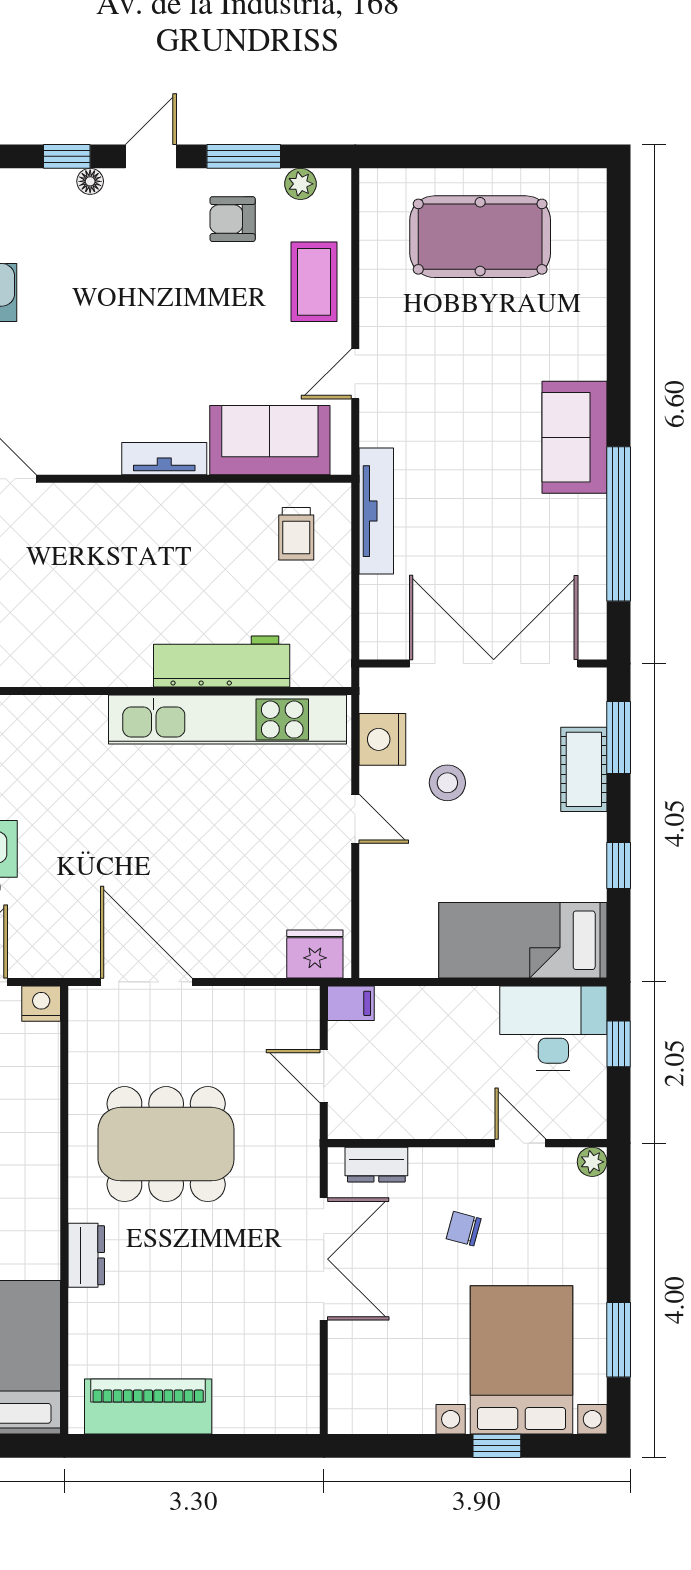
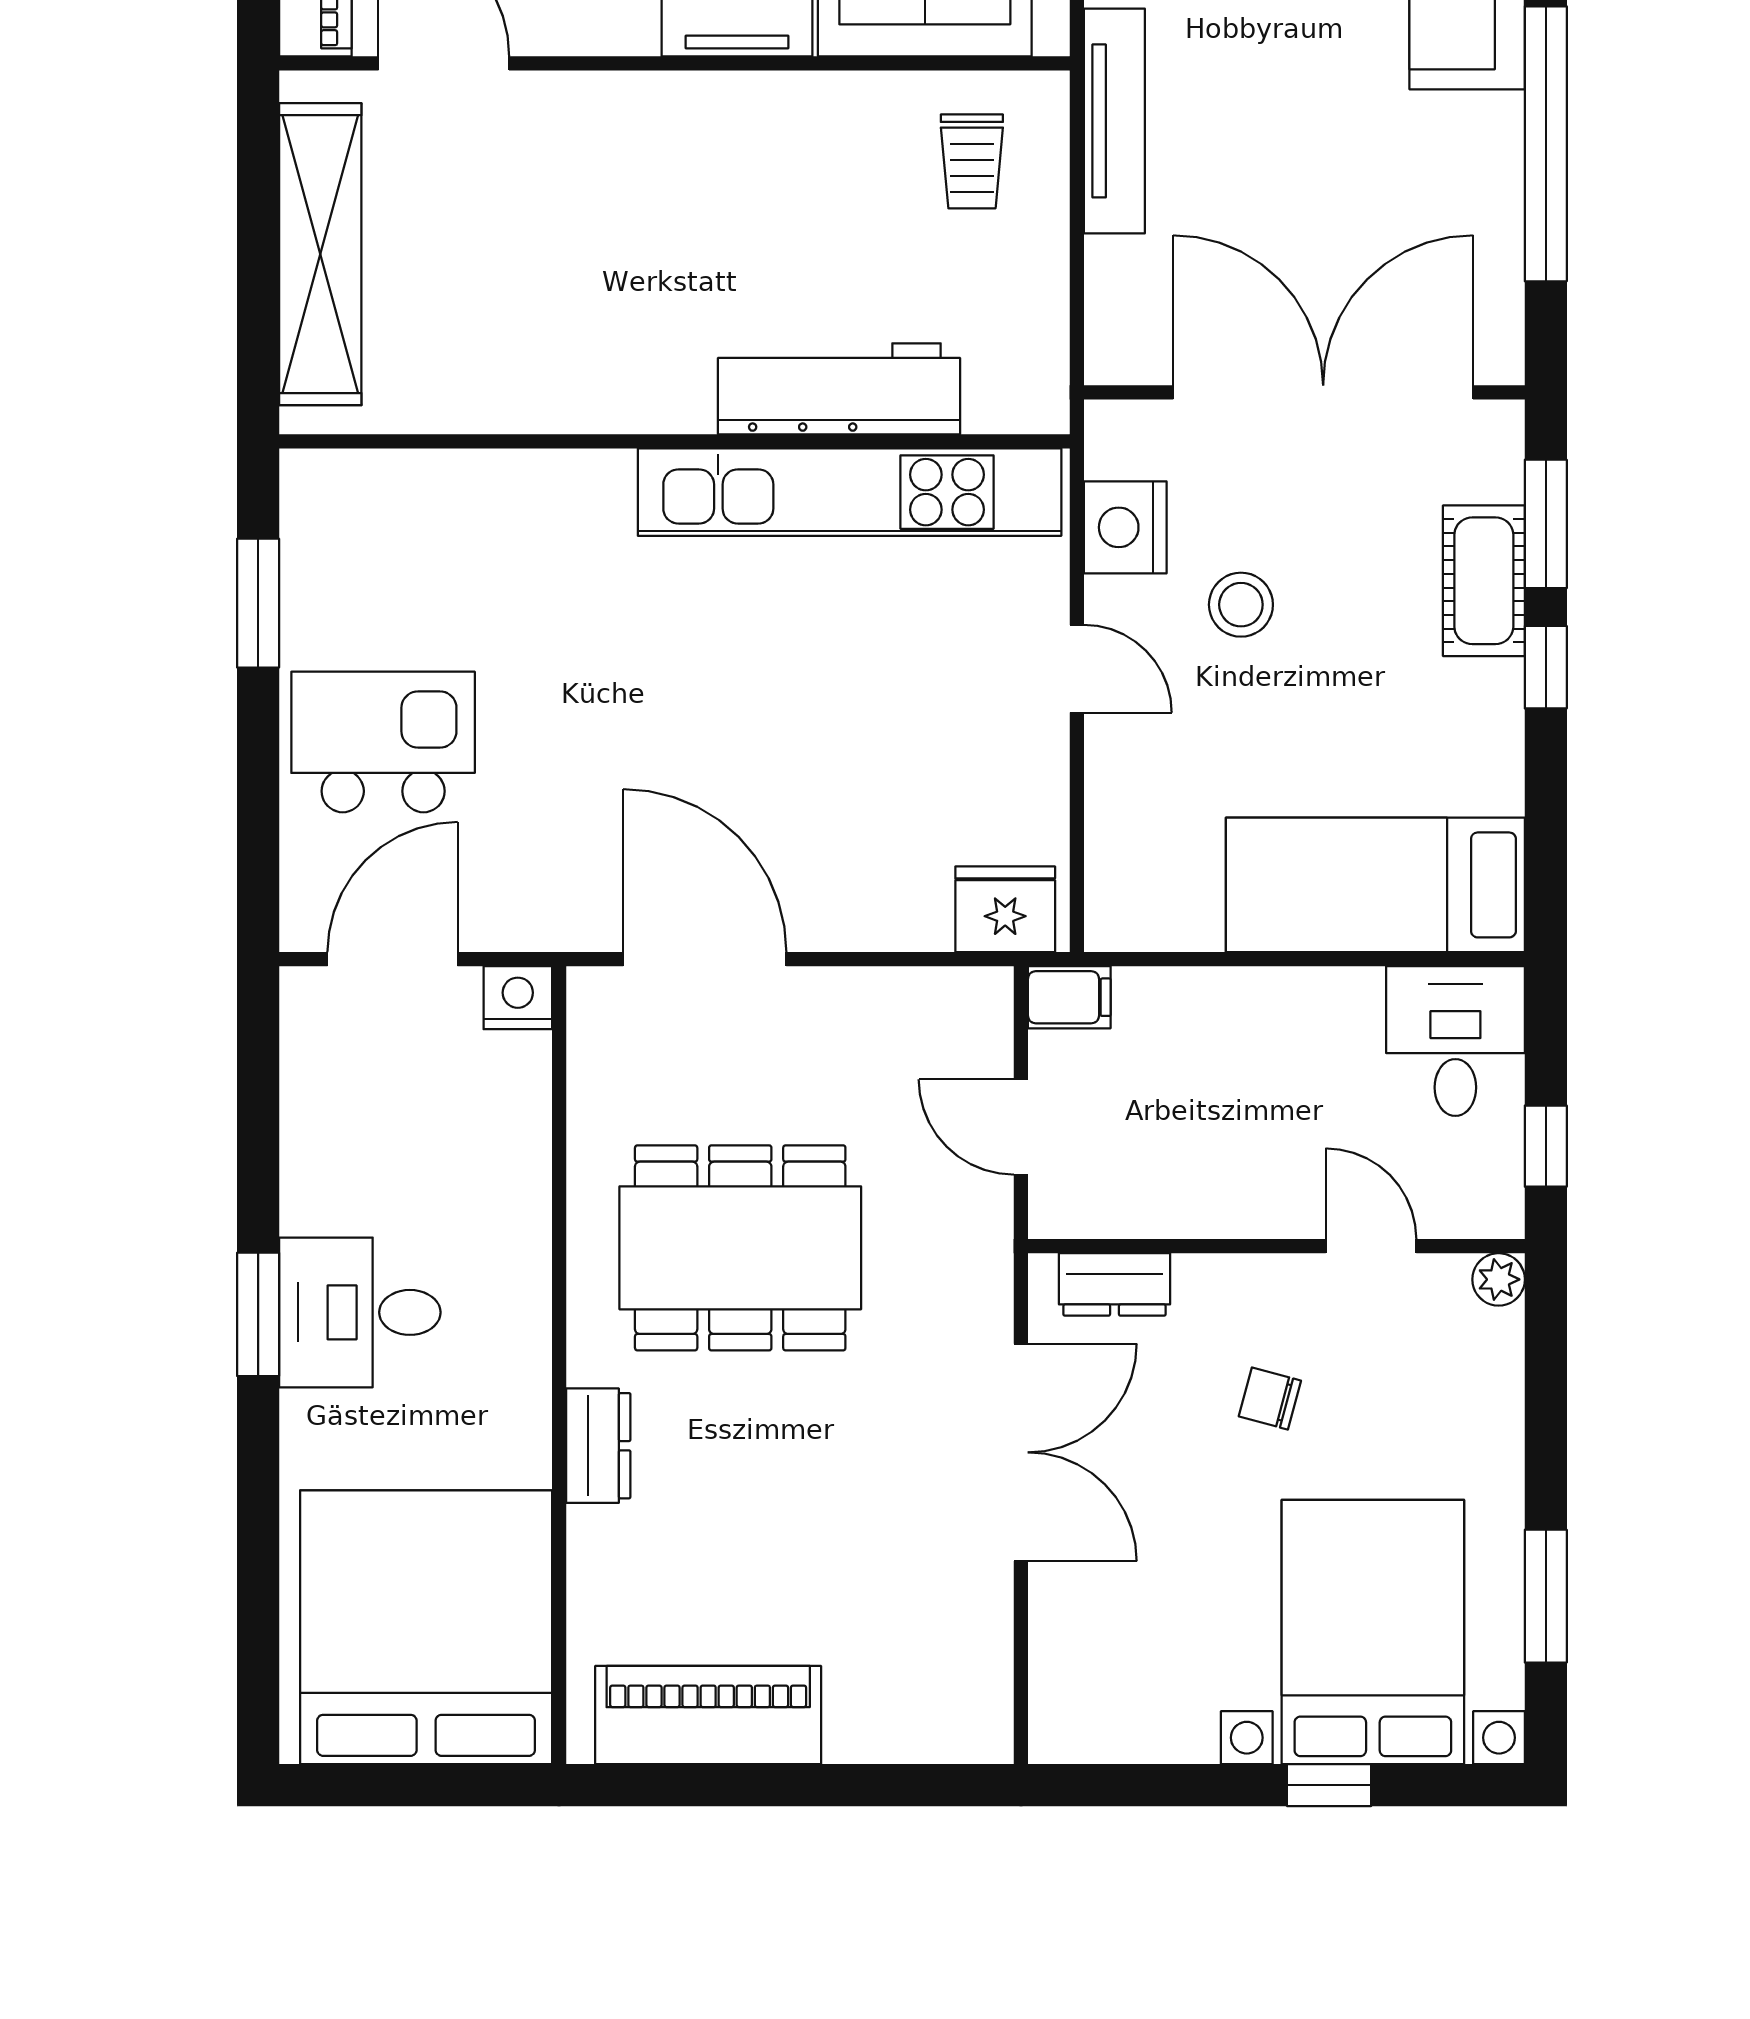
window: (619, 865) -> (1546, 667), moved
desk: (553, 1028) -> (1455, 1041), width x0.73
window: (619, 1044) -> (1546, 1146), moved

